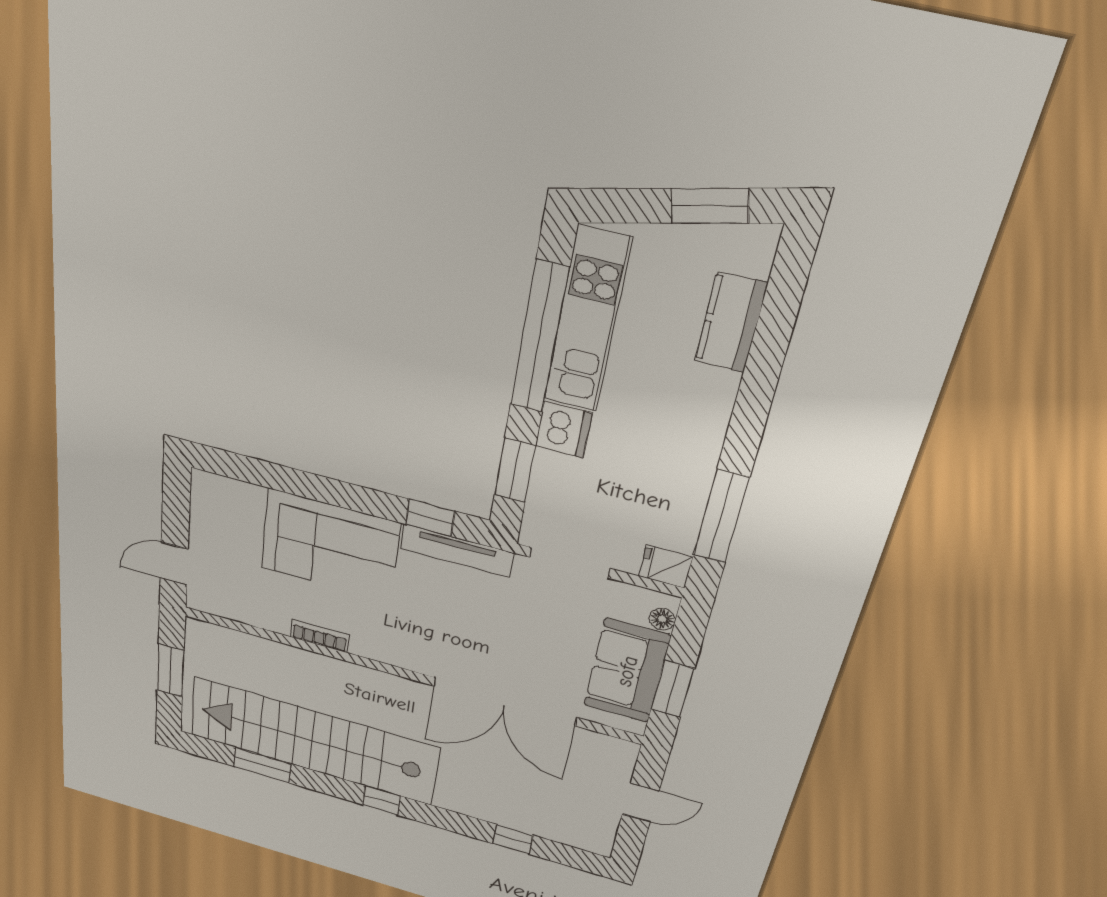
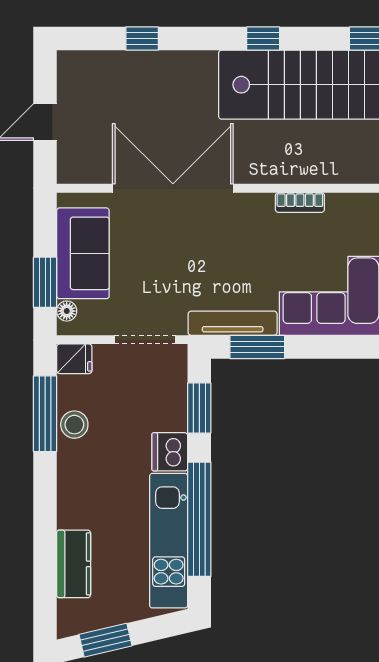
stool: (685, 494) -> (74, 425), added
window: (430, 518) -> (257, 347), width x1.50
bookcase: (320, 636) -> (300, 203), moved
window: (672, 689) -> (45, 282), moved

